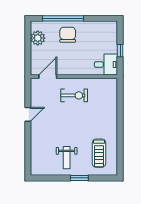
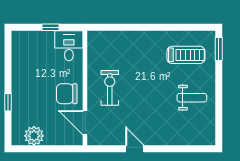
window: (63, 18) -> (8, 102), width x0.32
chair: (68, 35) -> (67, 94), moved
window: (79, 178) -> (219, 49), moved

